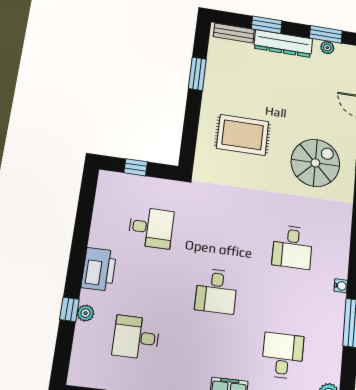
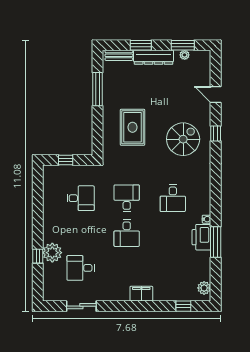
window: (197, 74) -> (98, 89), width x1.44
rug: (243, 135) -> (133, 127), turned 90
printer: (99, 269) -> (201, 237), moved, turned 180
plant: (86, 313) -> (52, 253), width x1.88, depth x1.88
desk: (283, 356) -> (127, 198), moved

